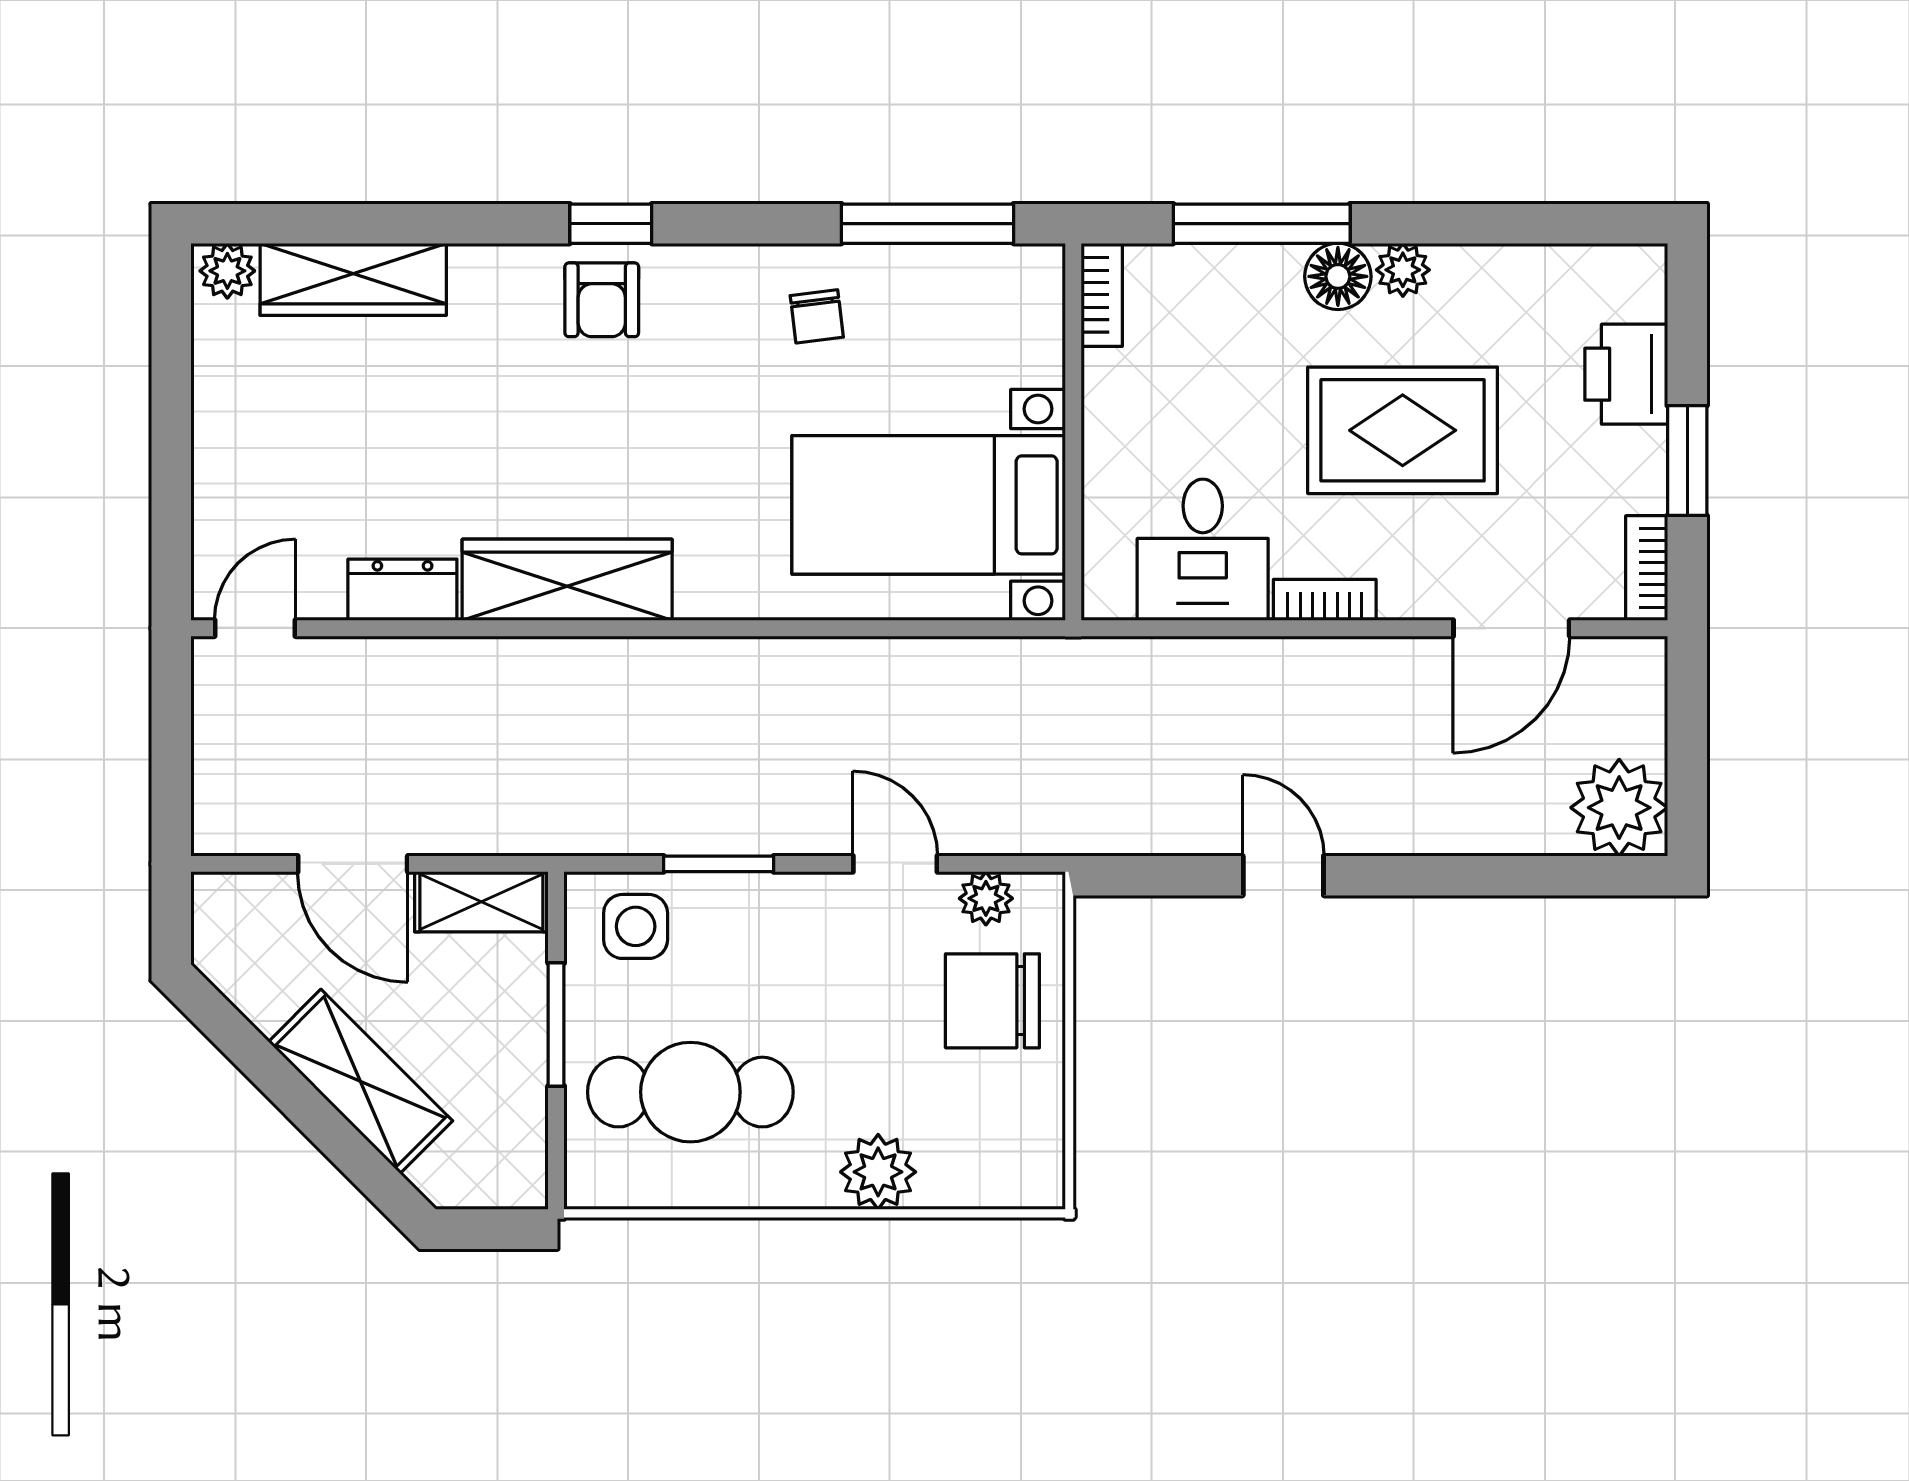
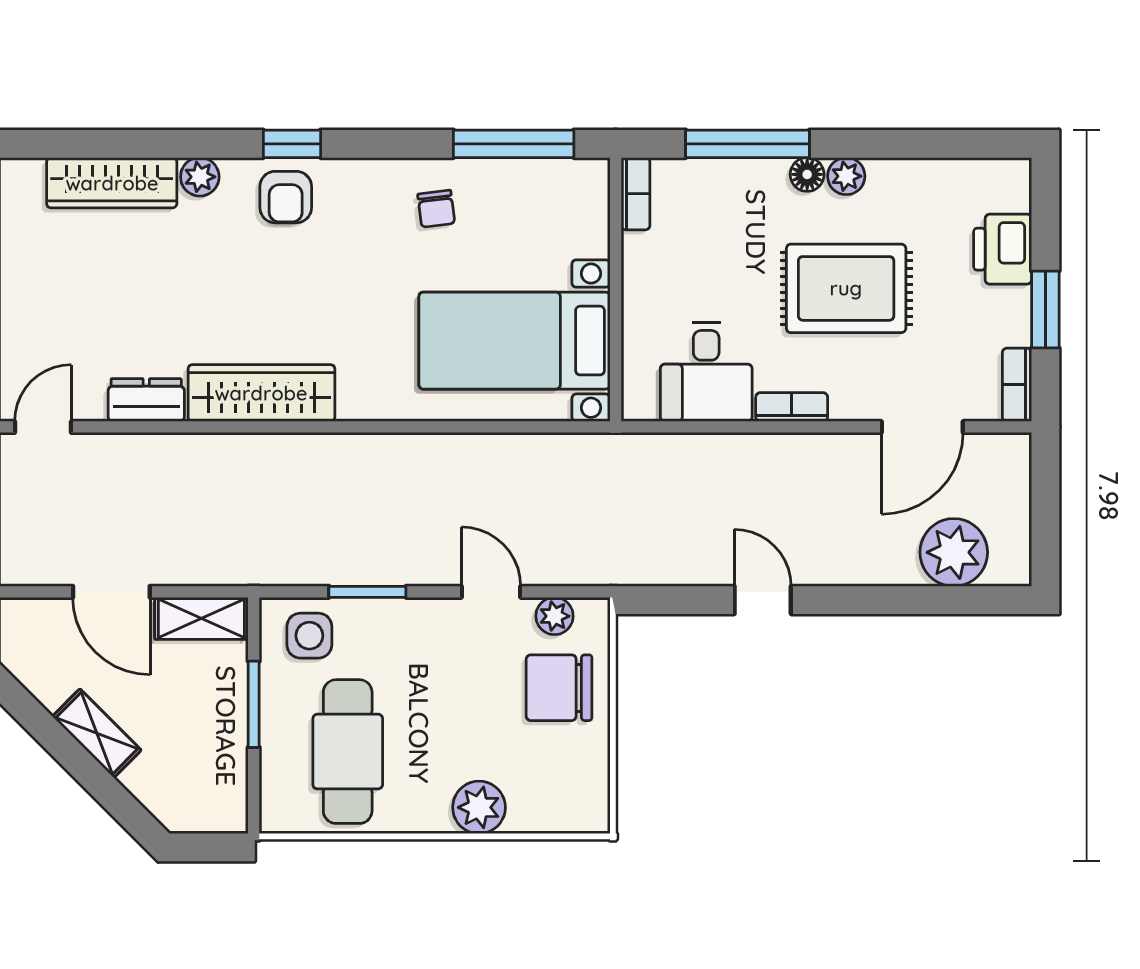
plant: (227, 271) -> (200, 177), moved
floor lamp: (1338, 276) -> (807, 174), width x0.73, depth x0.73
plant: (1619, 808) -> (954, 552), moved
shelving: (360, 1081) -> (97, 733), width x0.67, depth x0.75
cafe table: (690, 1092) -> (348, 752), turned 90

